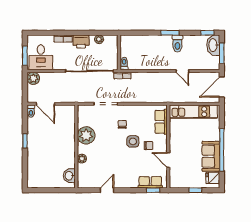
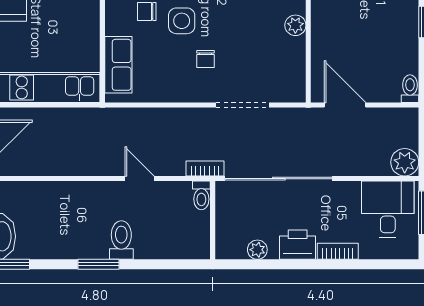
toilet: (177, 44) -> (121, 240), moved
door: (182, 71) -> (139, 179), moved
door: (45, 104) -> (345, 105), moved
plant: (86, 135) -> (295, 25), width x0.53, depth x0.53

